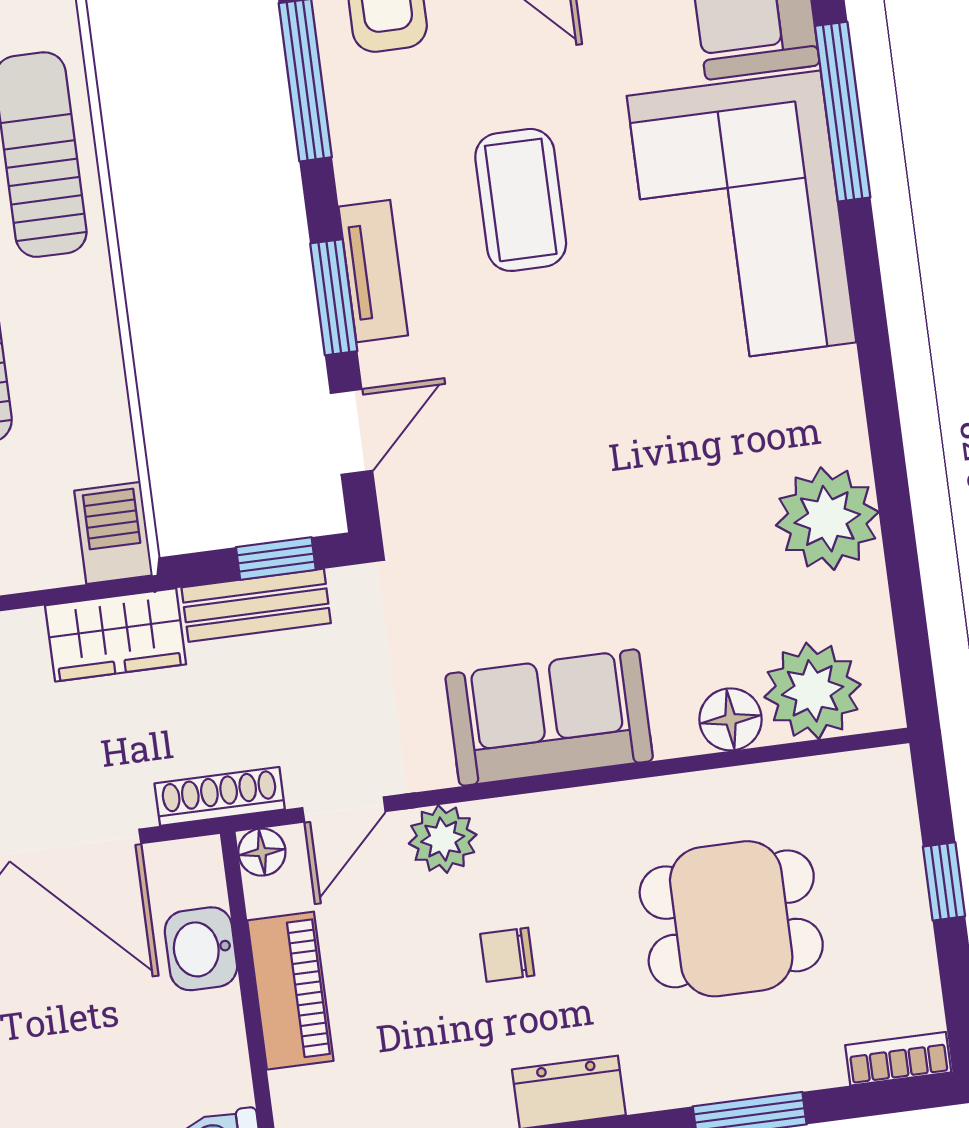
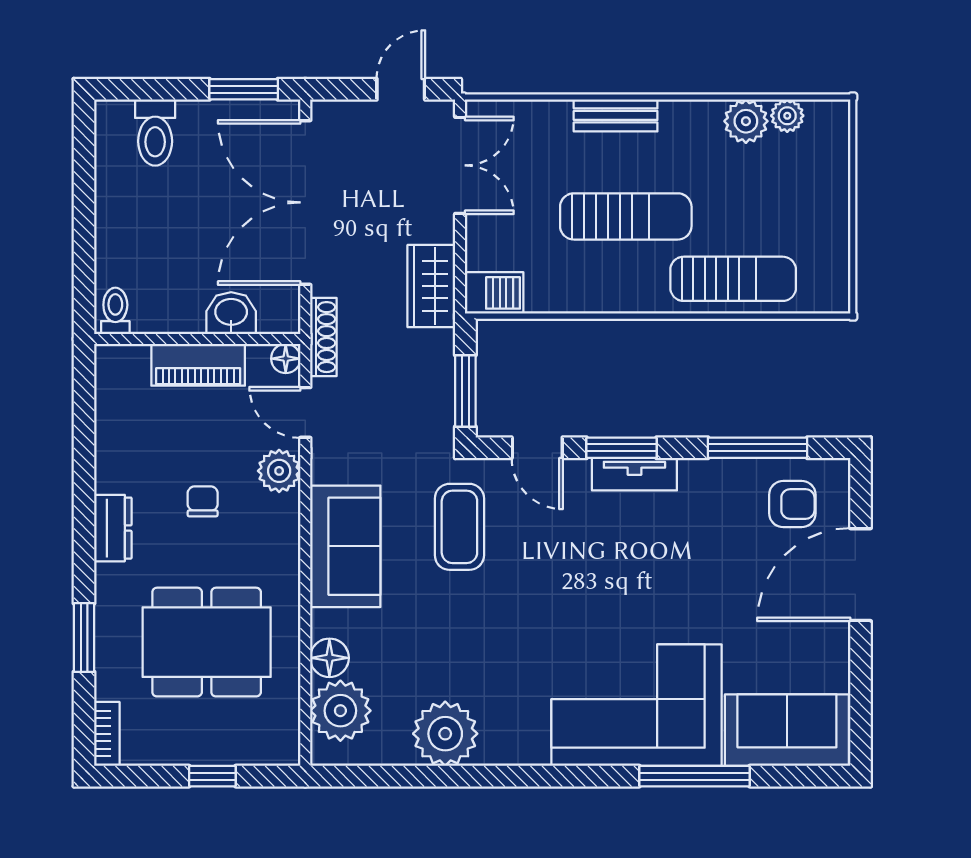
coffee table: (521, 200) -> (459, 527), moved, turned 90
window: (276, 559) -> (465, 391), width x1.50
bench: (256, 605) -> (438, 375), removed
dining table: (731, 919) -> (207, 642), width x1.38

